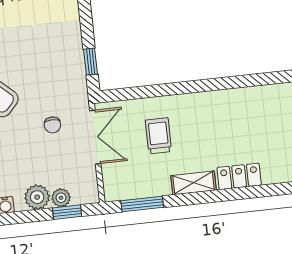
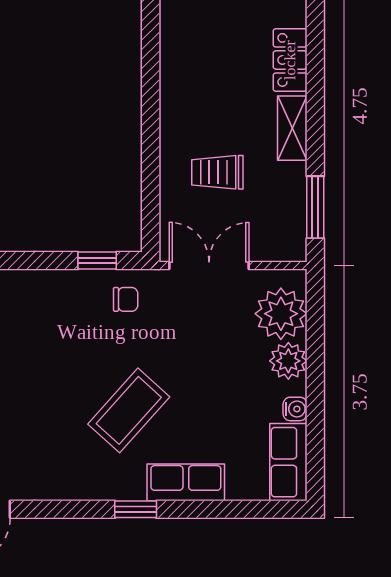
chair: (52, 125) -> (126, 299), moved
plant: (61, 198) -> (281, 314), width x1.87, depth x1.87
window: (67, 212) -> (315, 319), removed

